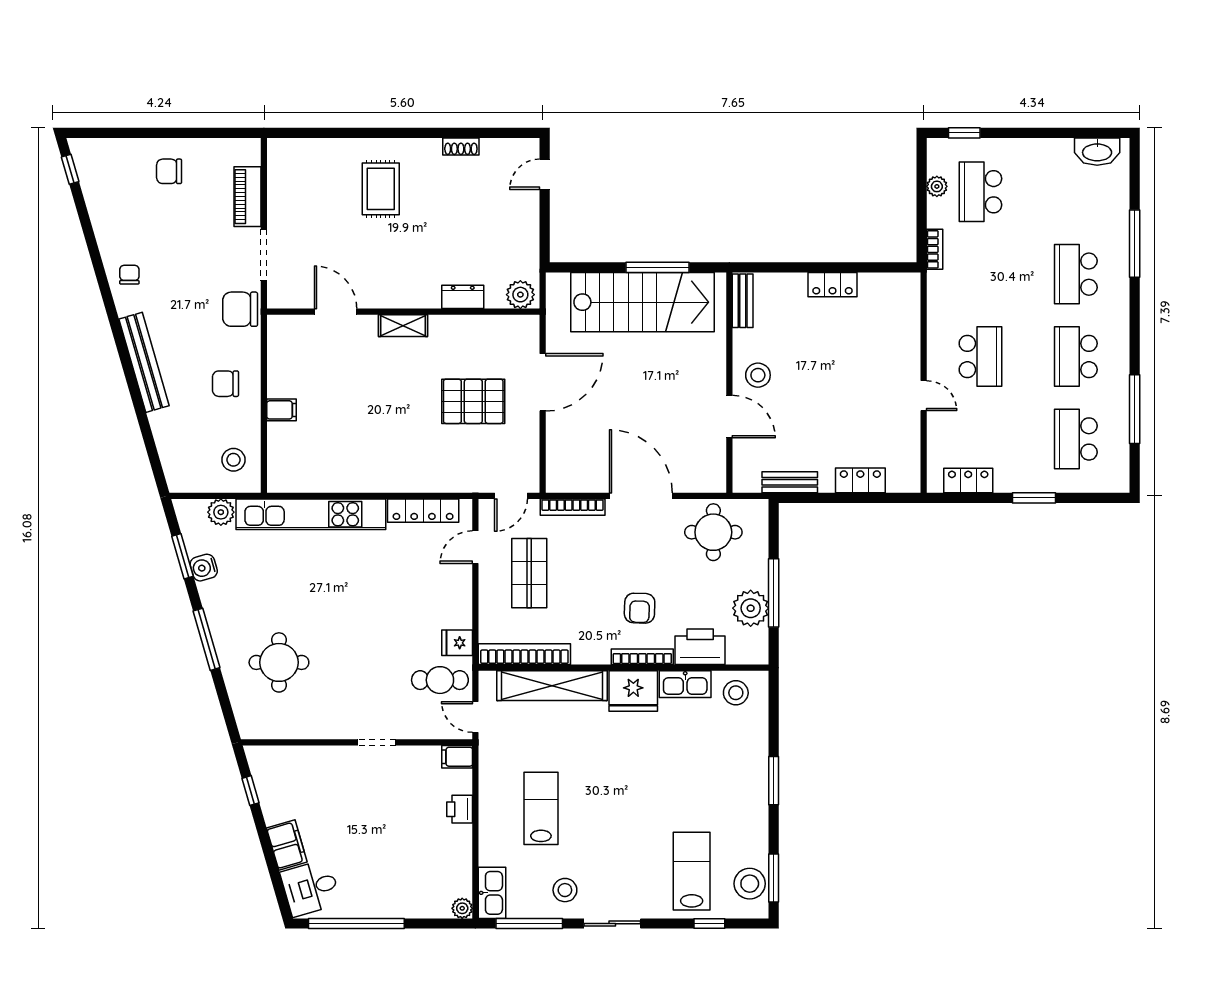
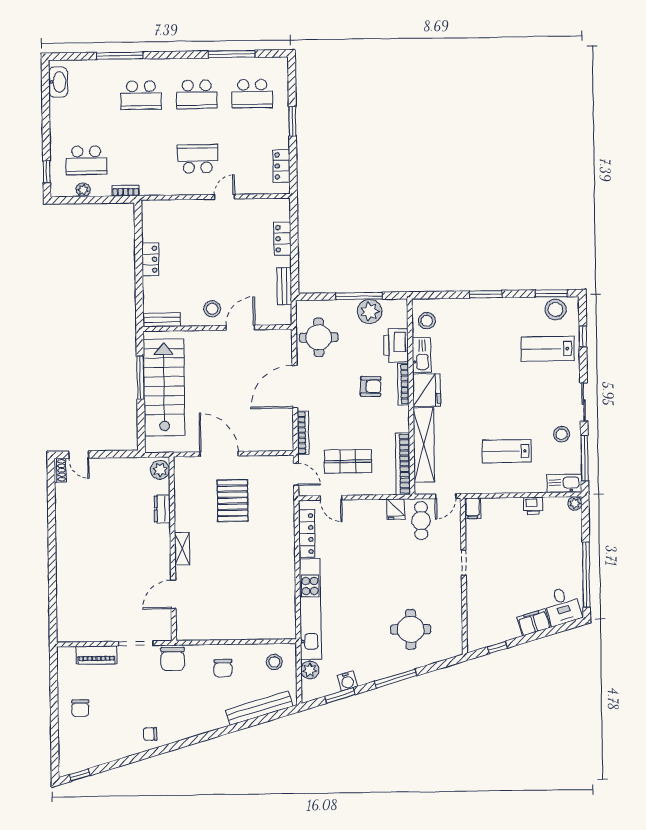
shoe rack: (461, 147) -> (60, 470), moved
rug: (381, 189) -> (90, 565), removed
bench: (144, 362) -> (259, 708), moved
filing cabinet: (281, 410) -> (240, 630), removed
printer: (460, 809) -> (533, 506), moved

